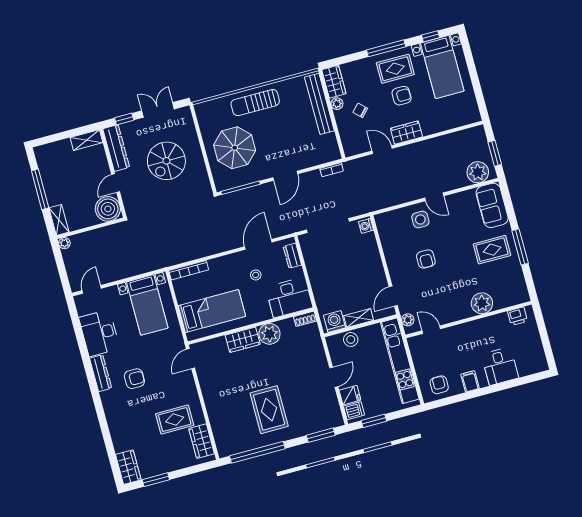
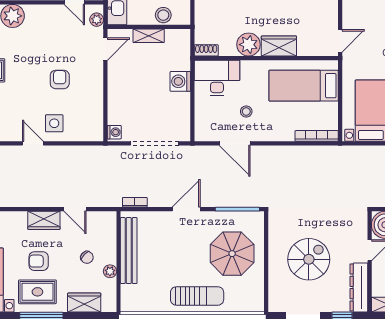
wardrobe: (334, 82) -> (84, 303), moved, turned 90
bench: (319, 104) -> (129, 251), moved
door: (258, 244) -> (235, 143), hinge flipped
dresser: (292, 256) -> (202, 121), removed
washing machine: (335, 322) -> (180, 81), moved, turned 90

